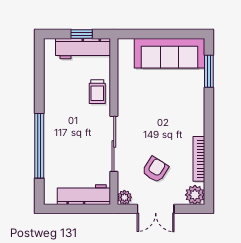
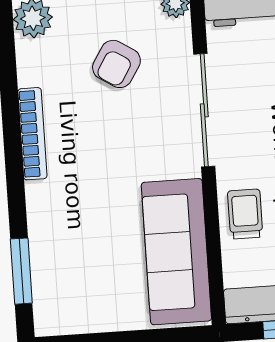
sofa: (169, 53) -> (176, 252), moved, turned -90
bookcase: (199, 159) -> (32, 134), moved

